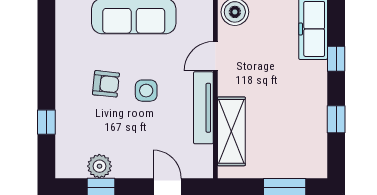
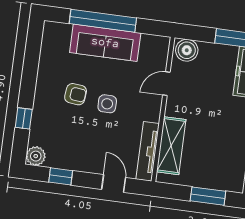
tv unit: (203, 108) -> (148, 151), moved
plant: (99, 166) -> (36, 156), moved

